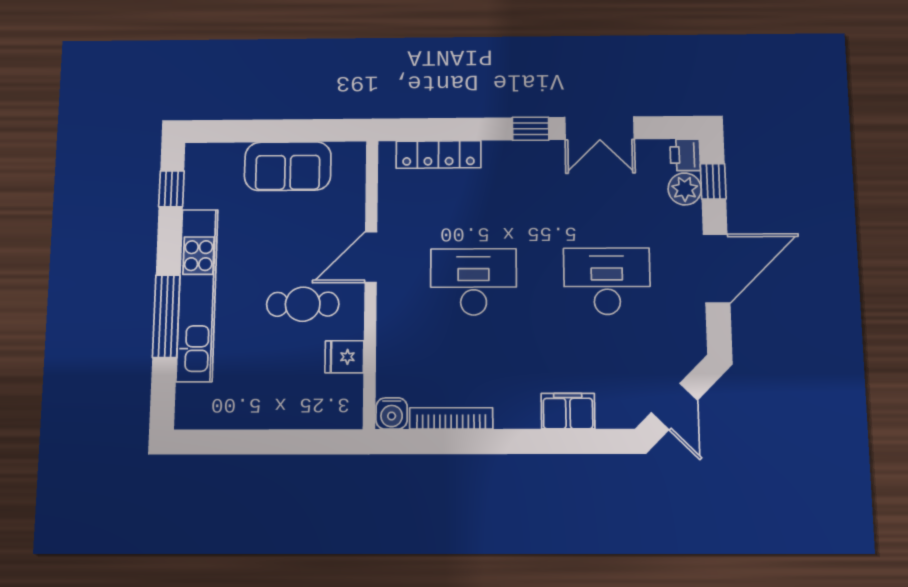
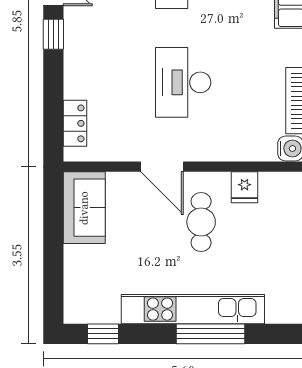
locker: (438, 154) -> (75, 123), width x0.66
sofa: (288, 166) -> (84, 208), moved

